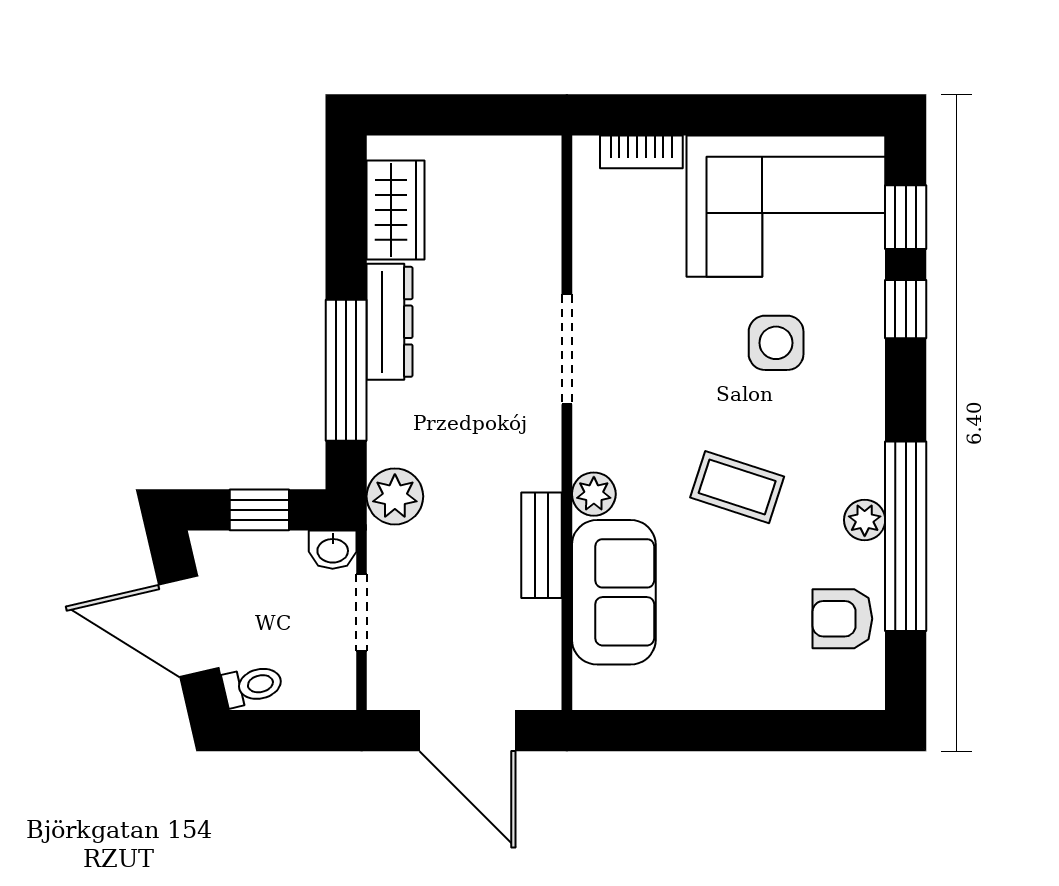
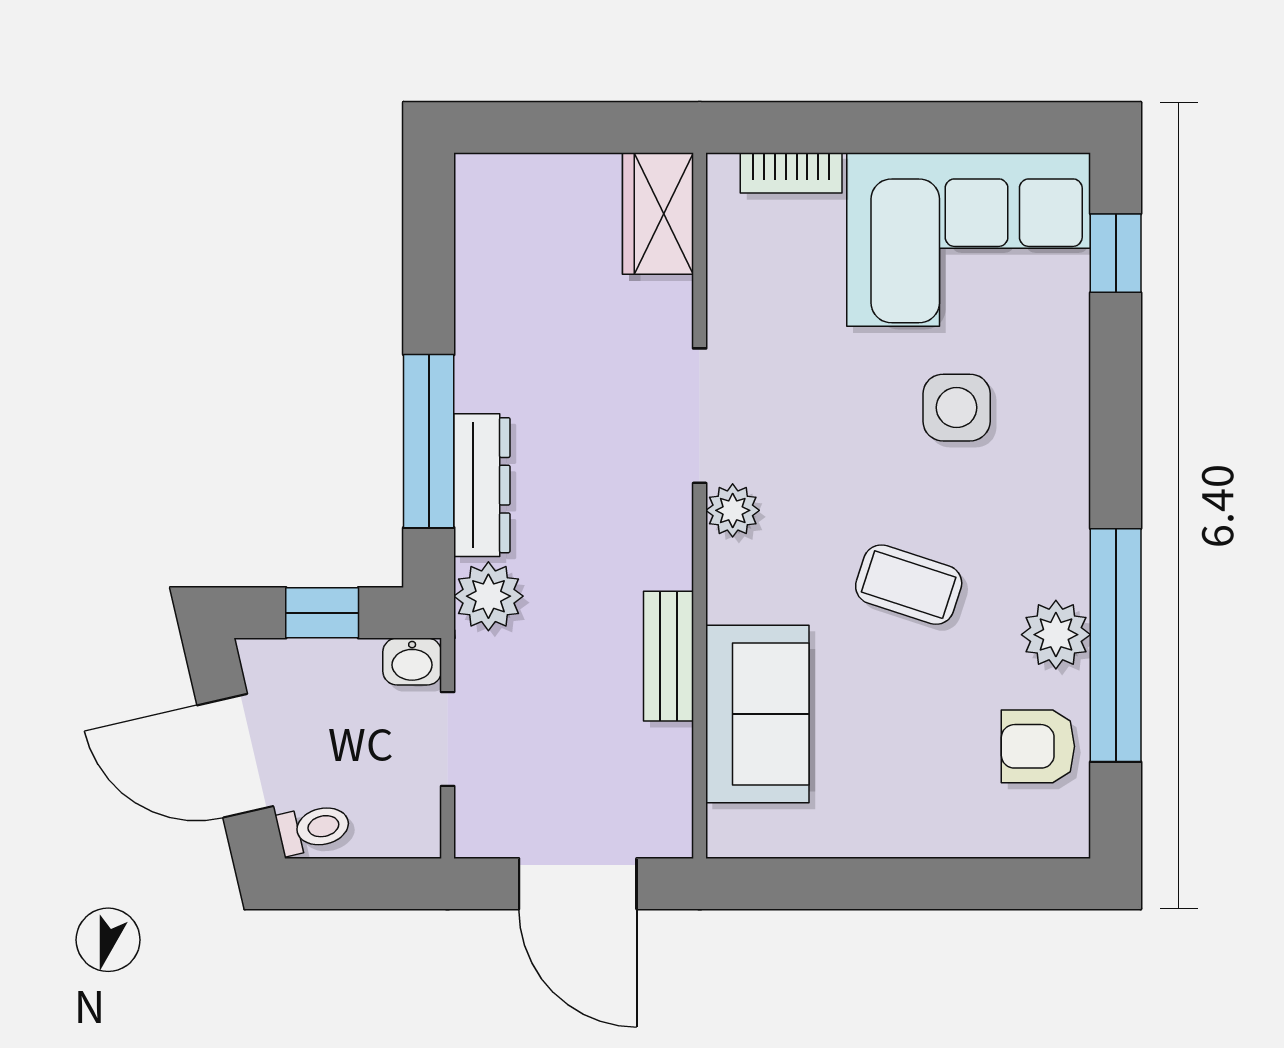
wardrobe: (396, 210) -> (658, 214), moved, turned 180
window: (906, 309) -> (1116, 366), removed
dresser: (389, 322) -> (482, 485), moved
plant: (594, 494) -> (733, 510), moved
plant: (865, 520) -> (1056, 635), width x1.38, depth x1.38

